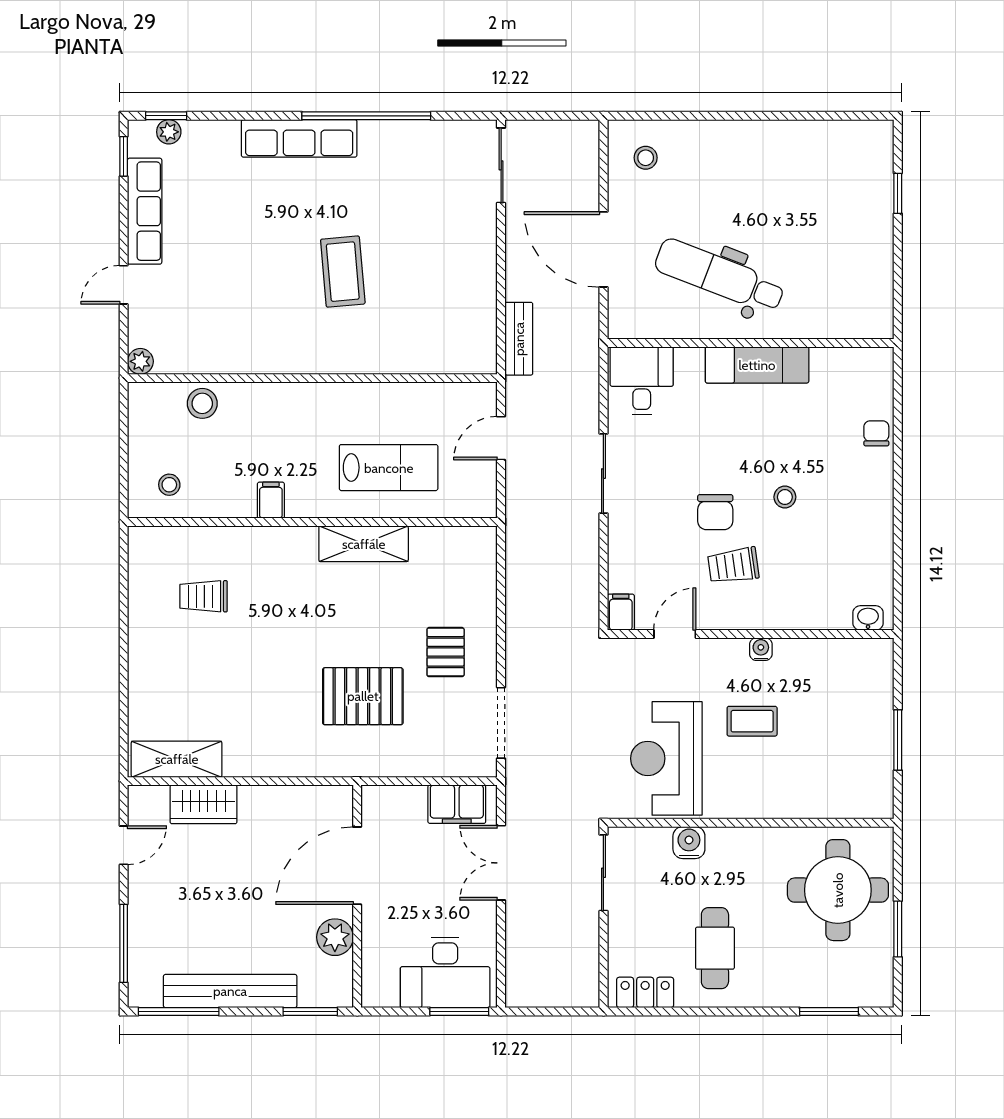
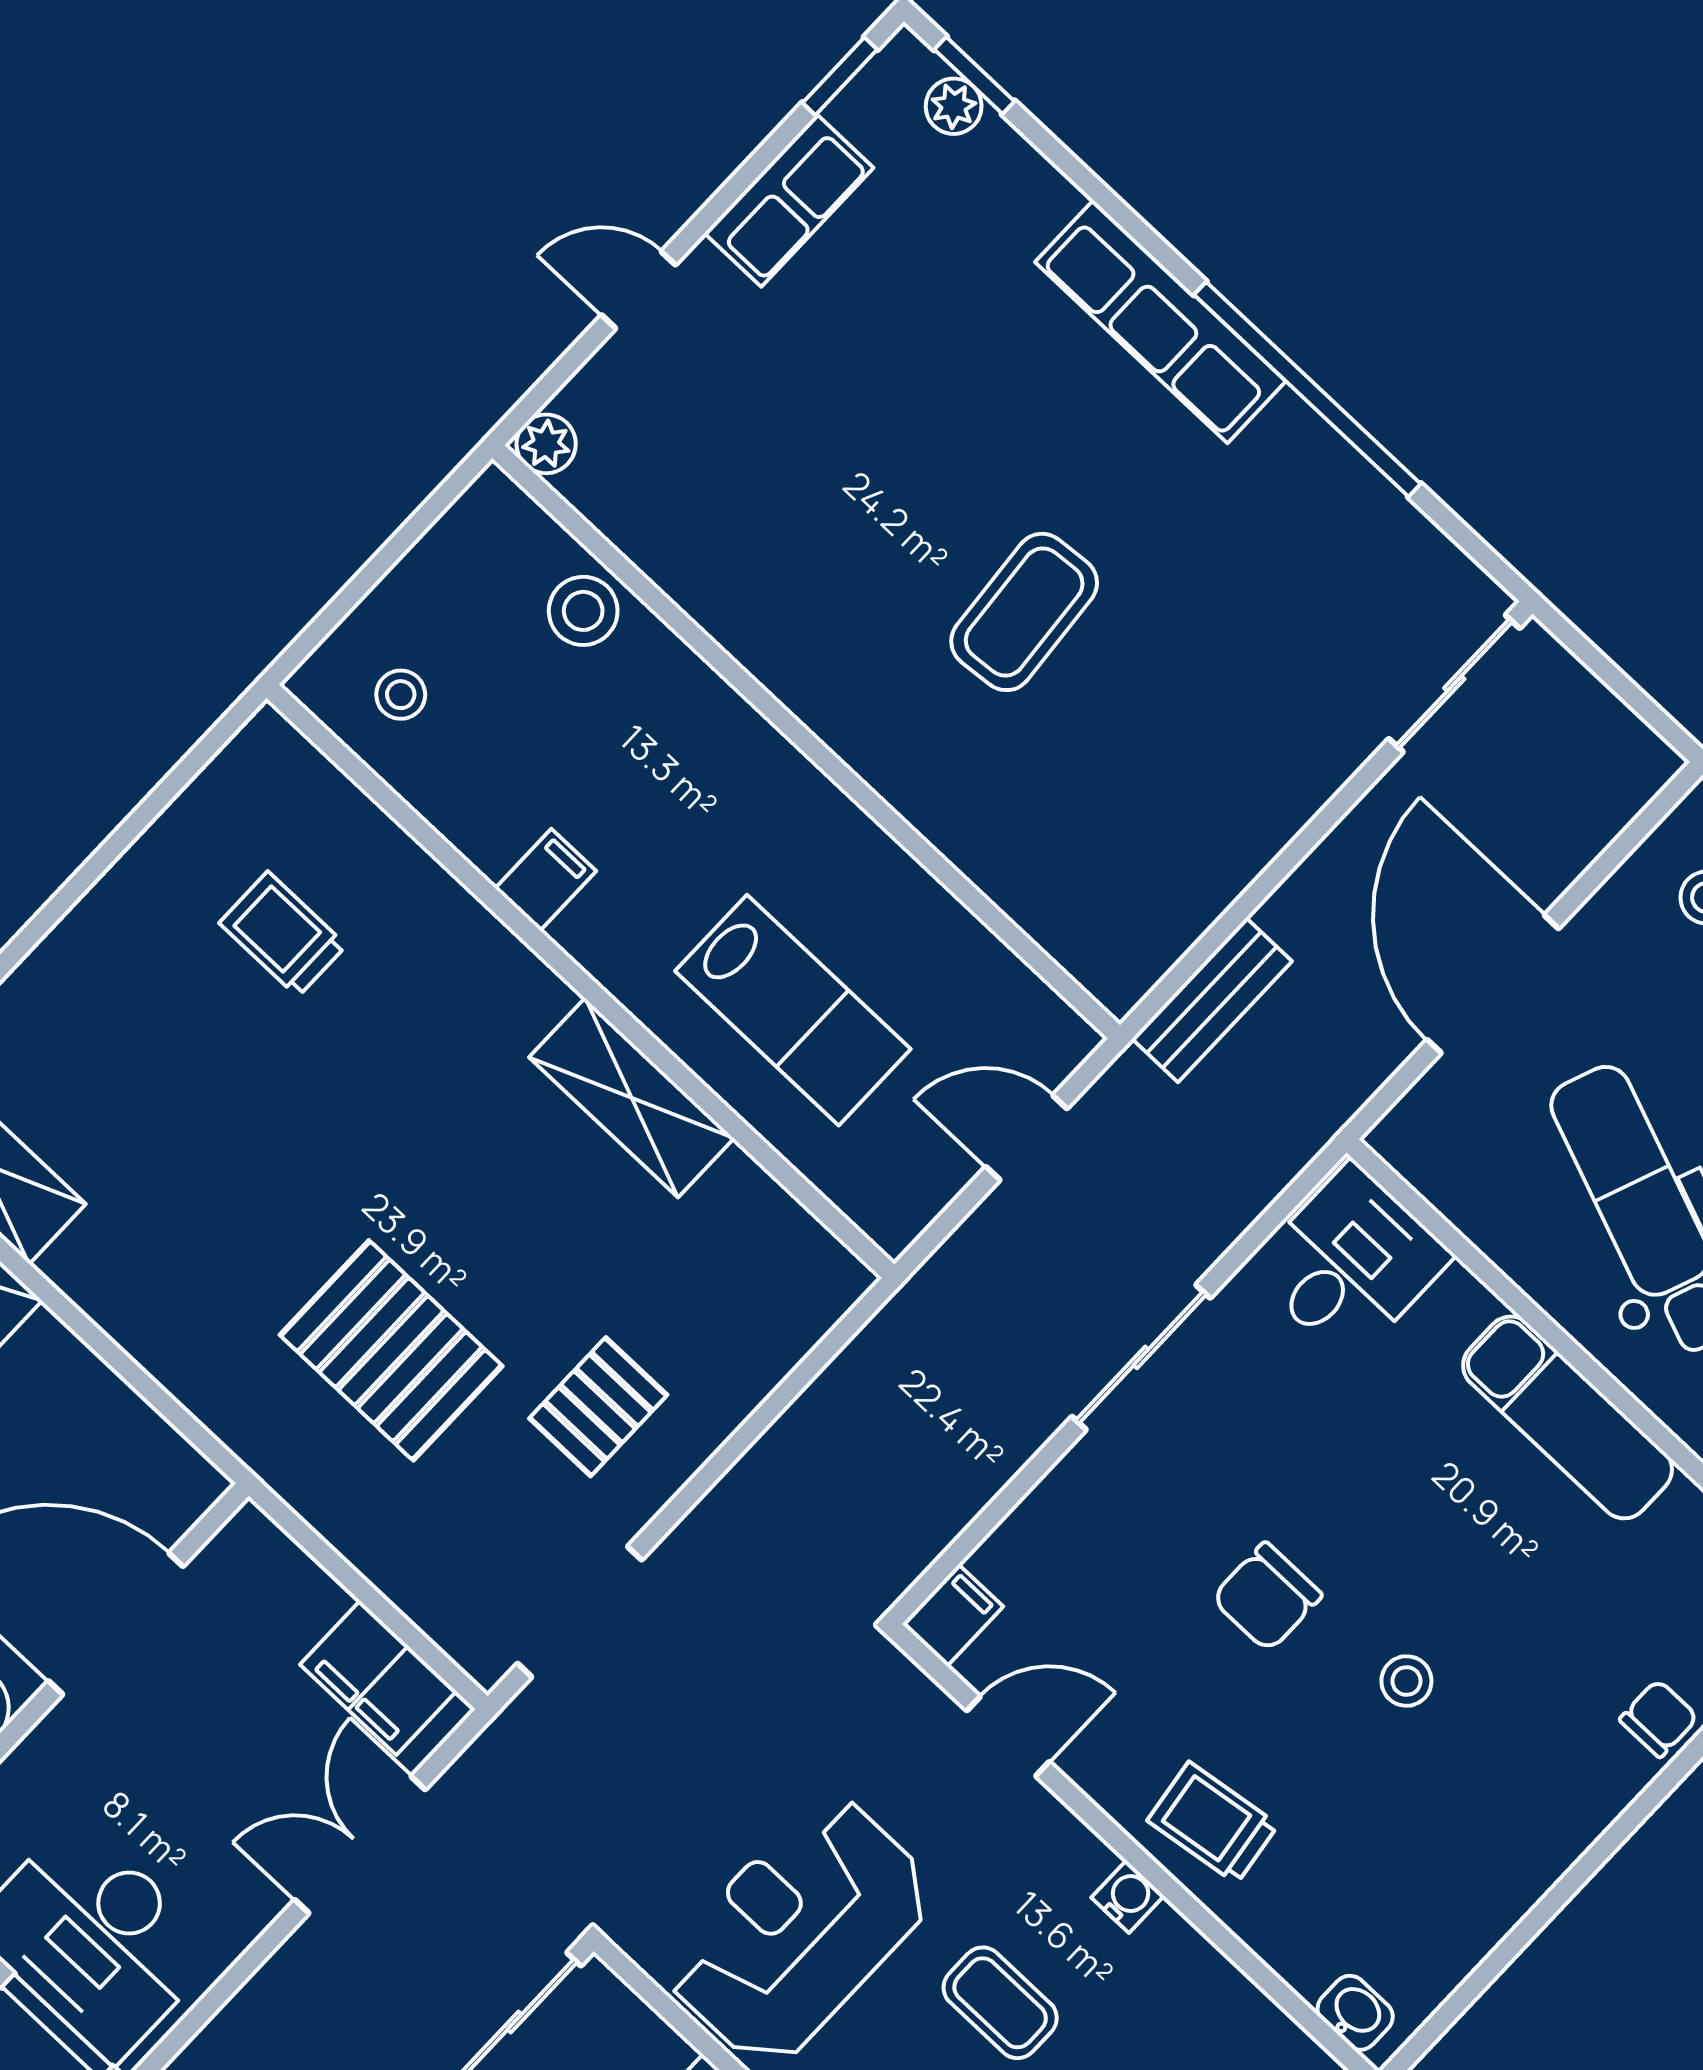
row of seats: (145, 211) -> (789, 200), width x0.68
trolley: (733, 565) -> (1213, 1823), moved

